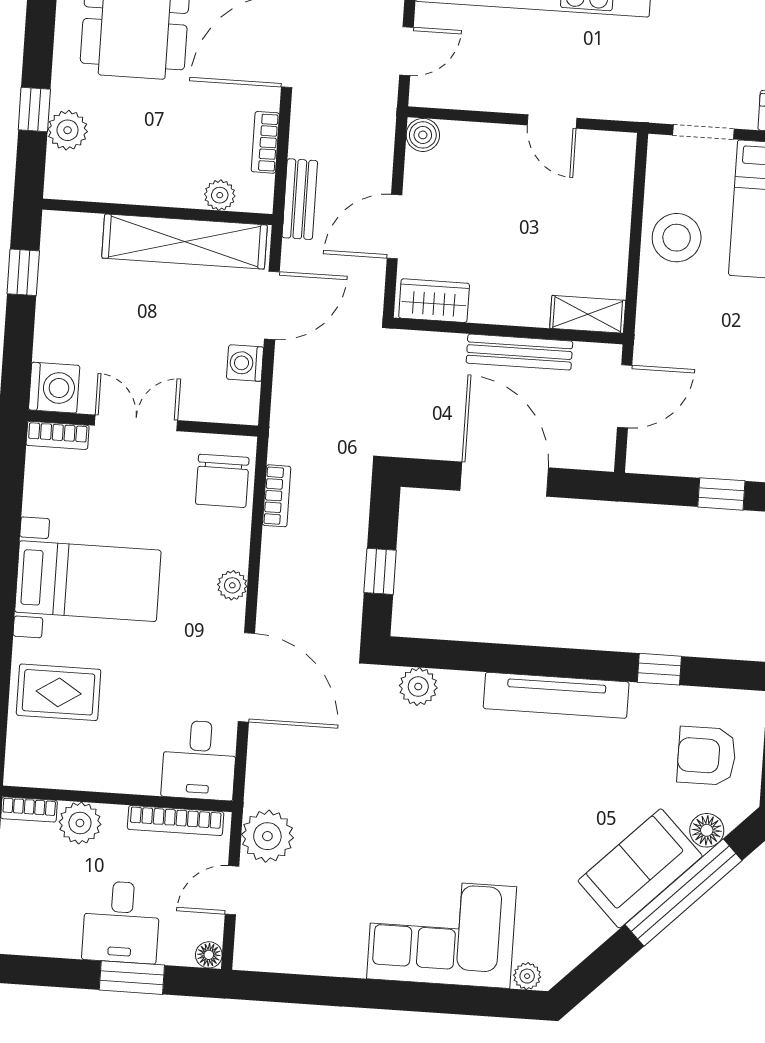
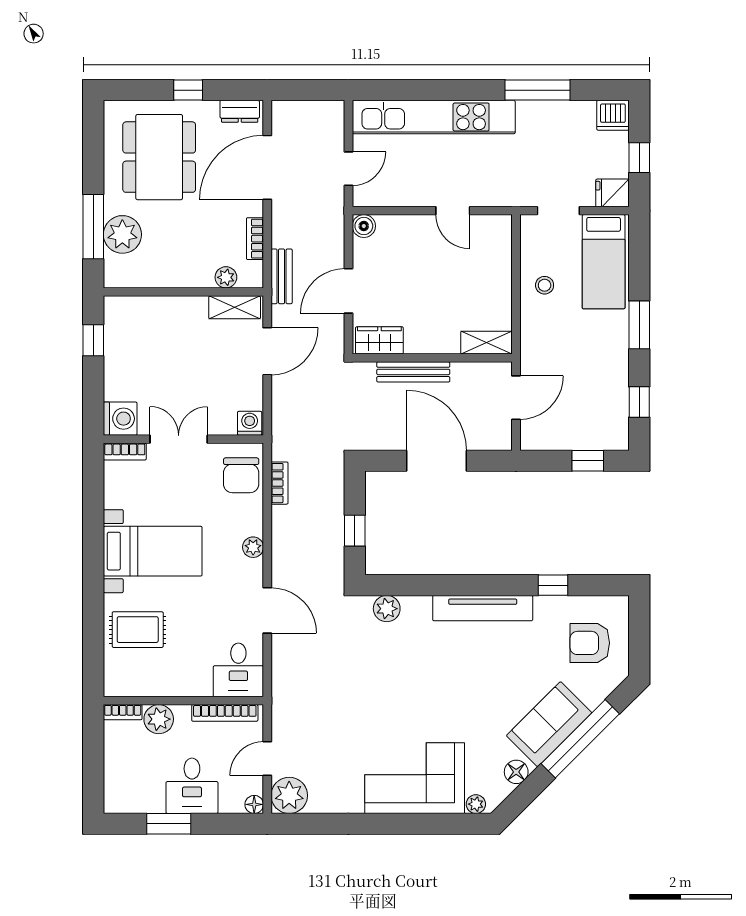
window: (34, 109) -> (93, 227), width x2.17
plant: (68, 130) -> (122, 234), width x1.36, depth x1.36
stool: (677, 238) -> (545, 285), width x0.53, depth x0.53
shelving: (185, 242) -> (235, 307), width x0.45, depth x0.75
bench: (519, 352) -> (413, 372), moved
washing machine: (245, 363) -> (250, 423), moved, turned 90
door: (246, 677) -> (267, 610), width x0.73
floor lamp: (707, 830) -> (516, 772), moved
plant: (267, 836) -> (289, 795), moved
window: (132, 978) -> (169, 824), moved

